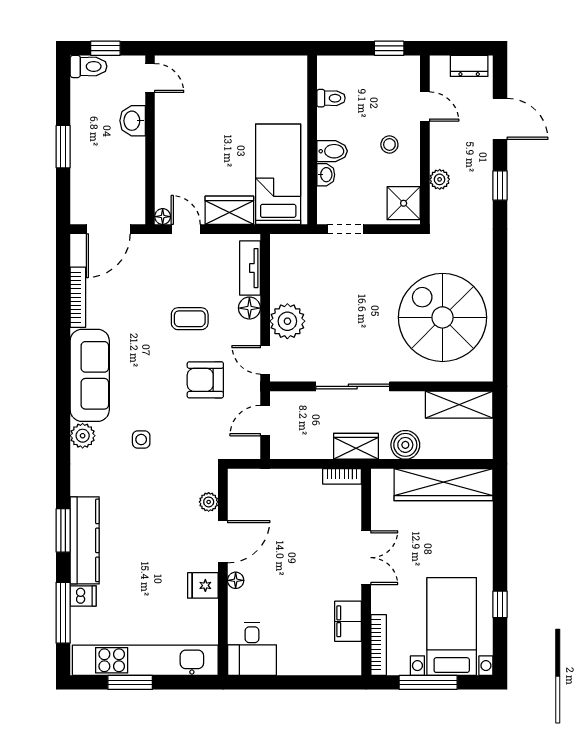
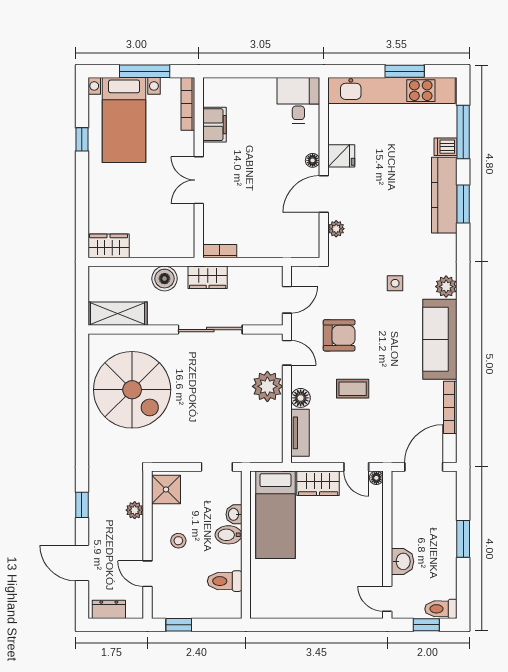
toilet: (331, 98) -> (225, 581), width x1.37, depth x1.39
wardrobe: (444, 485) -> (109, 246), width x0.48, depth x0.85

